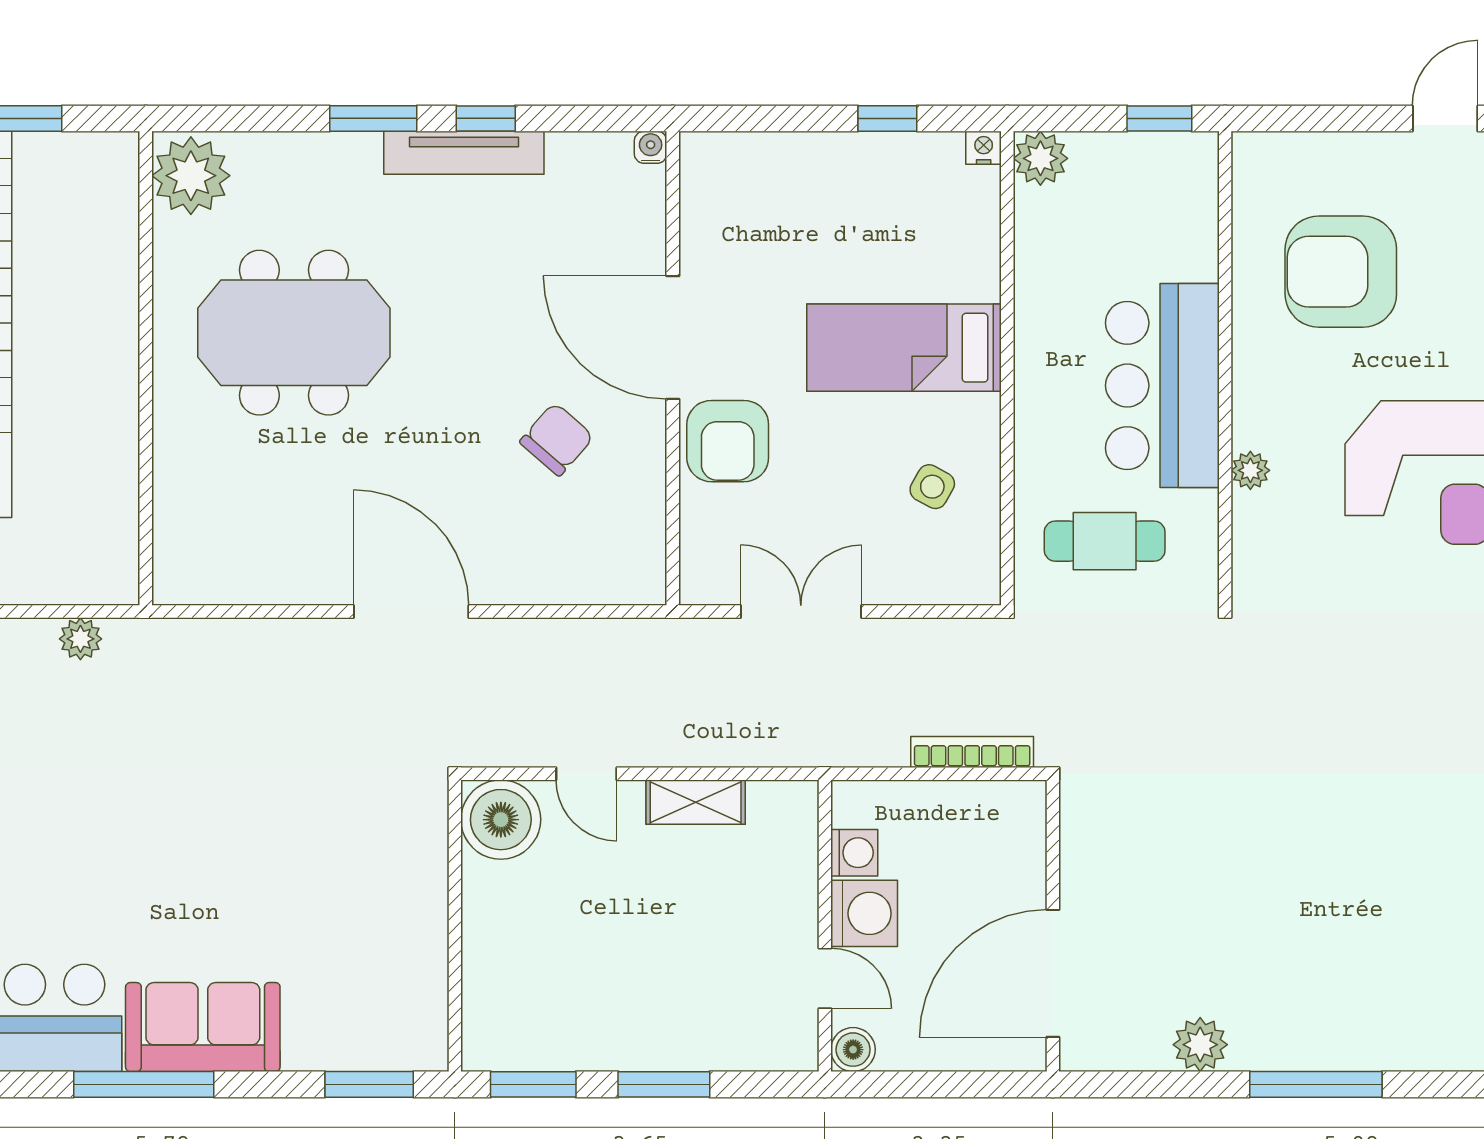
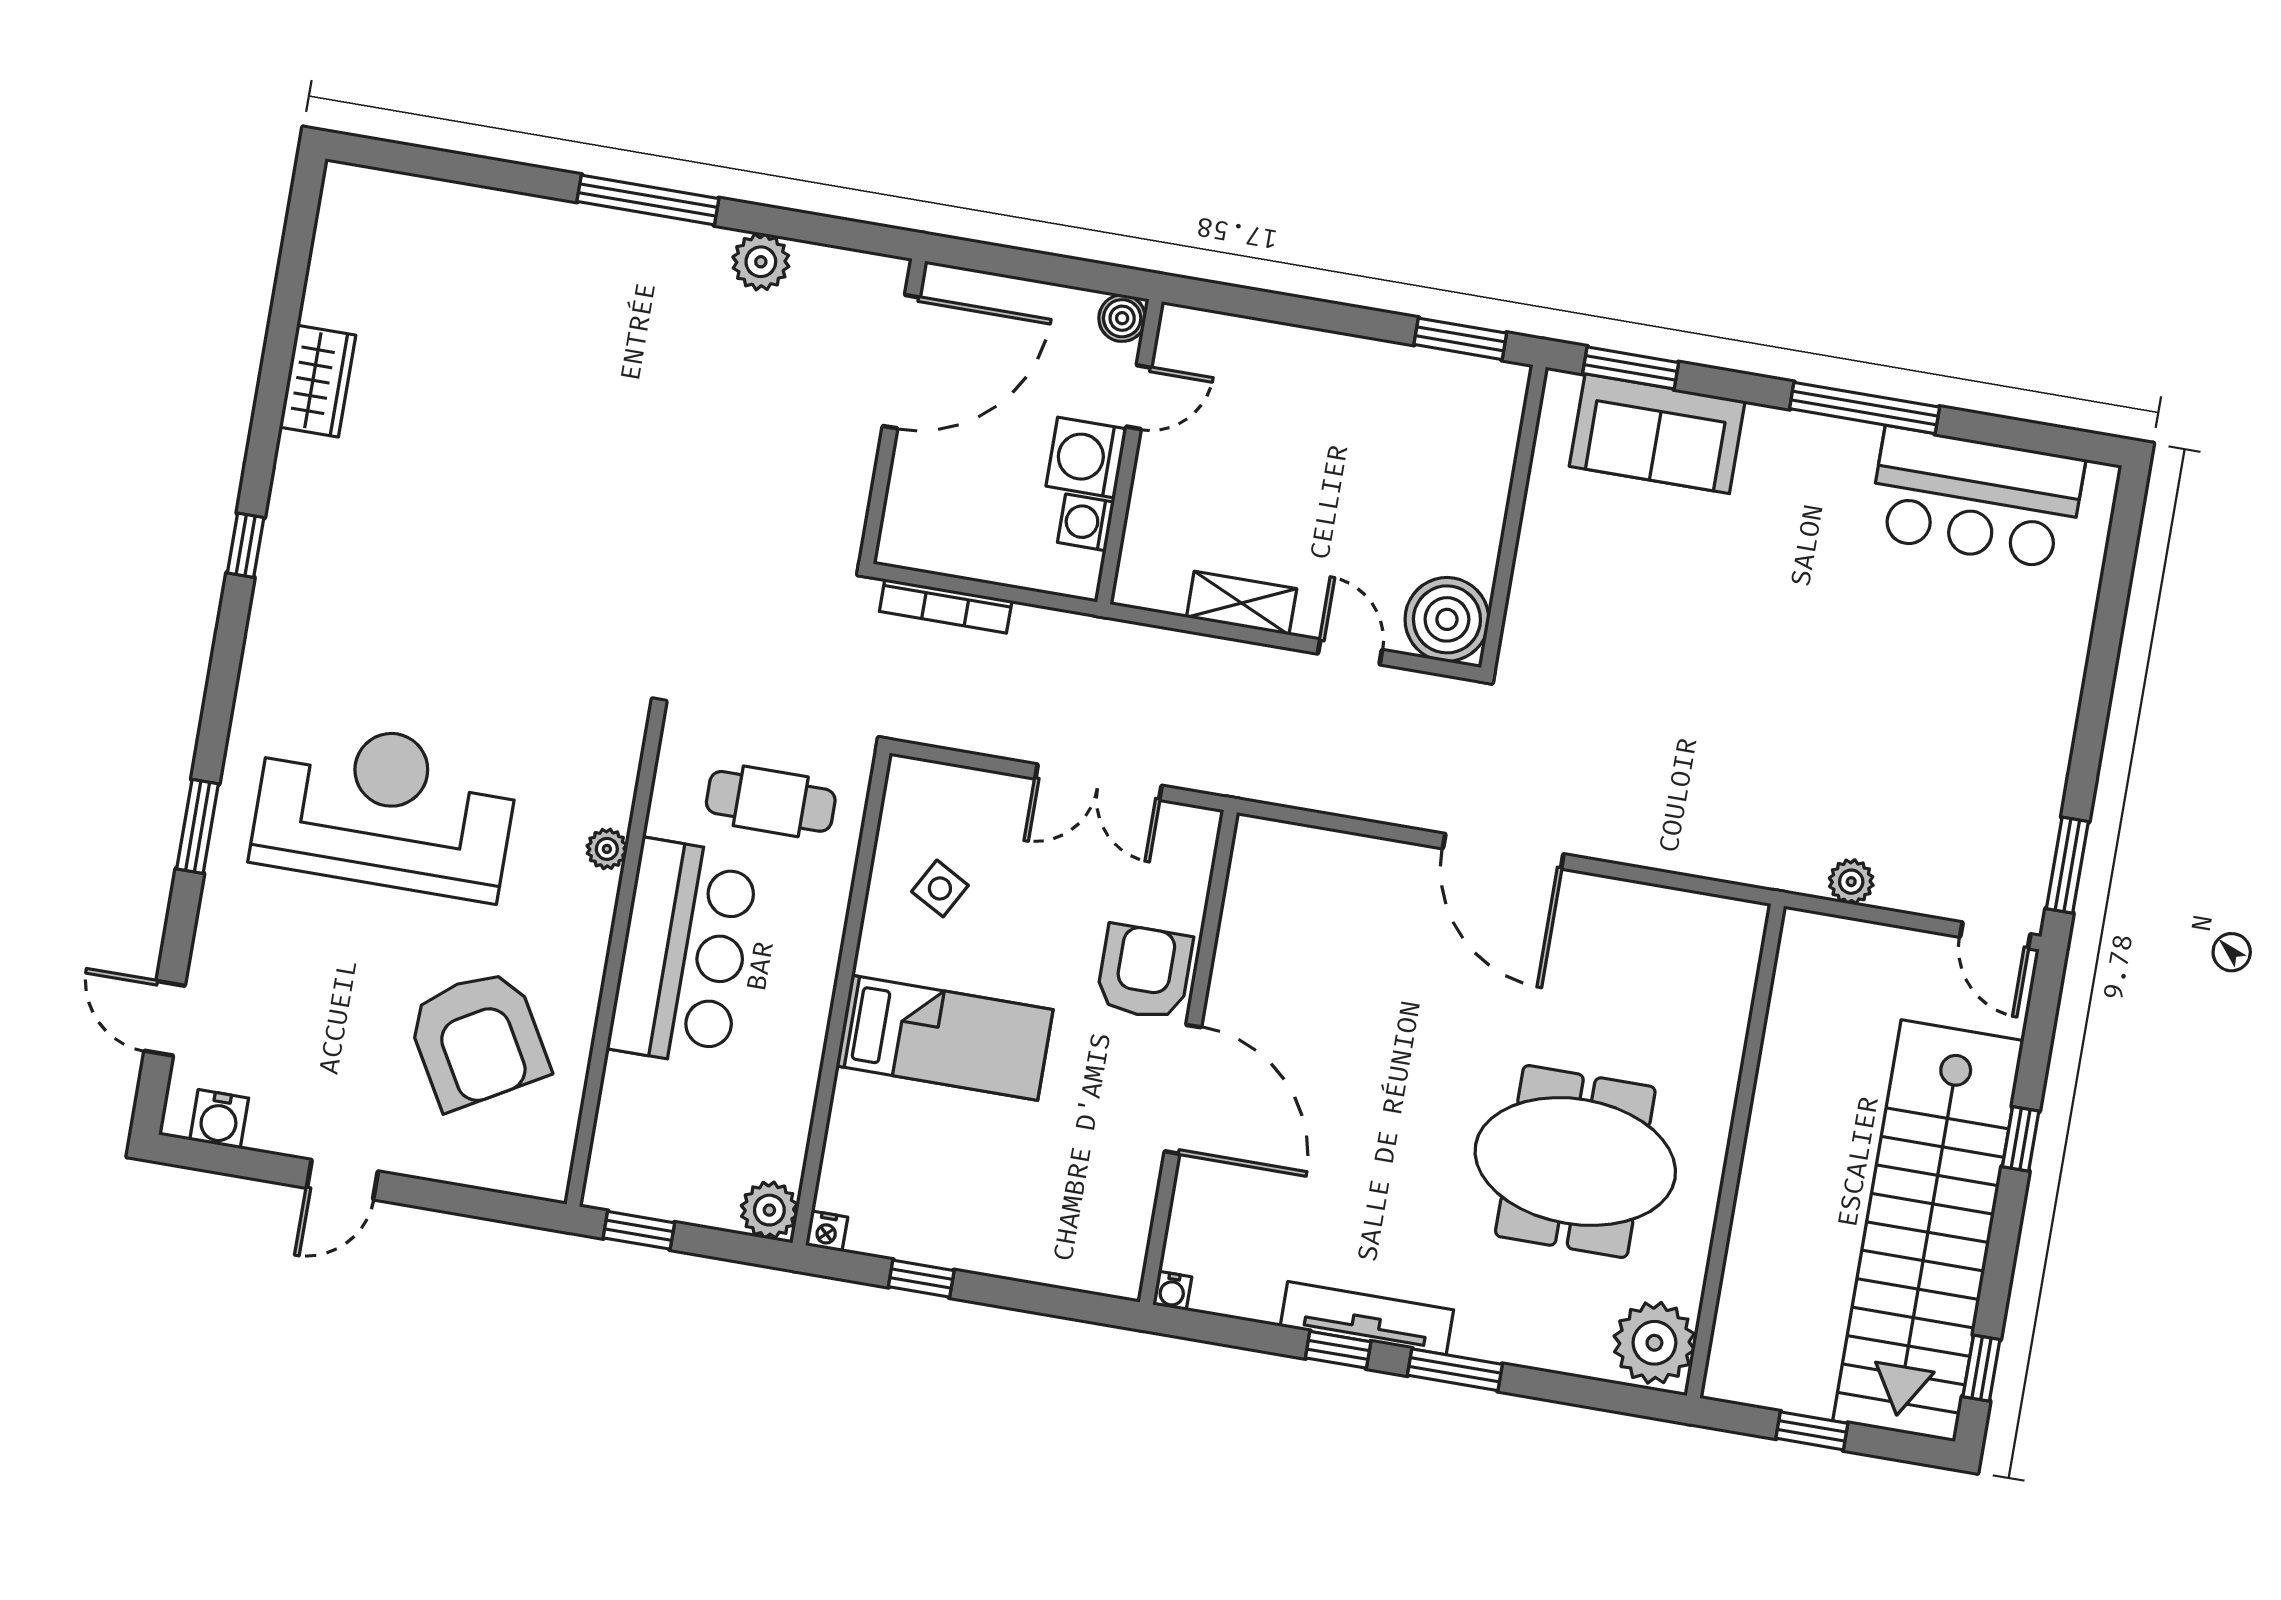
armchair: (1341, 272) -> (478, 1039), turned 60
chair: (557, 439) -> (1321, 1004), removed
door: (825, 978) -> (1139, 397), swing flipped
sofa: (203, 1027) -> (1657, 434), moved
window: (664, 1084) -> (1325, 316), removed

